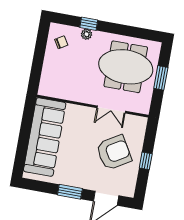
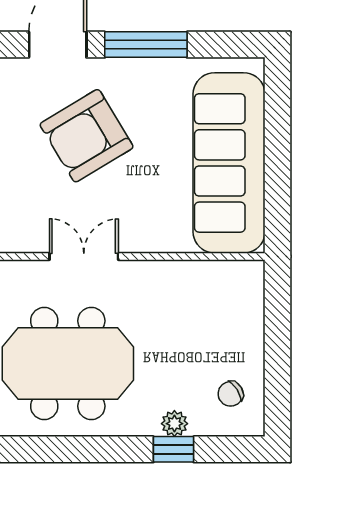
armchair: (114, 153) -> (87, 136), moved
window: (70, 192) -> (146, 45), width x1.44

